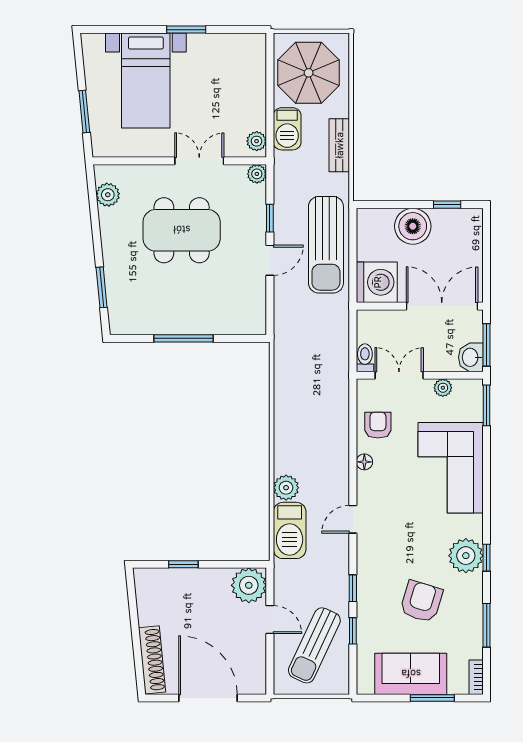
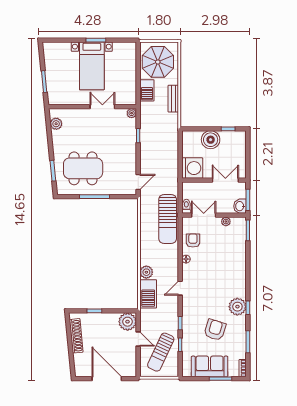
bed with nightstands: (146, 81) -> (92, 66), moved
plant: (257, 141) -> (131, 97), removed
dining table: (182, 230) -> (83, 168), moved
sun lounger: (326, 245) -> (168, 219), moved
door: (270, 260) -> (138, 182), moved
double door: (442, 306) -> (225, 180), width x0.73
corner sofa: (451, 468) -> (230, 262), removed
shoe rack: (152, 660) -> (76, 336), moved

